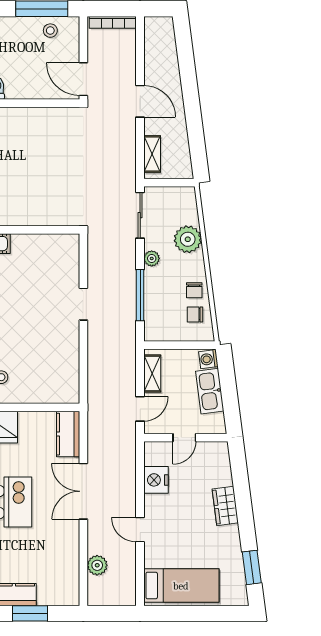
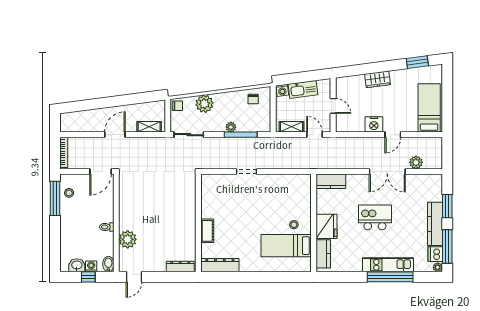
plant: (152, 258) -> (231, 127), moved
chair: (194, 290) -> (177, 106), moved
nightstand: (156, 480) -> (374, 124), moved
double door: (83, 491) -> (387, 171), moved

